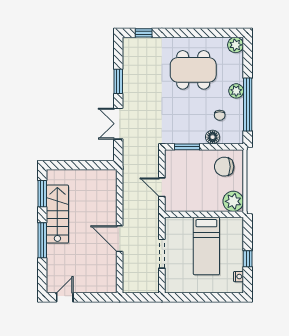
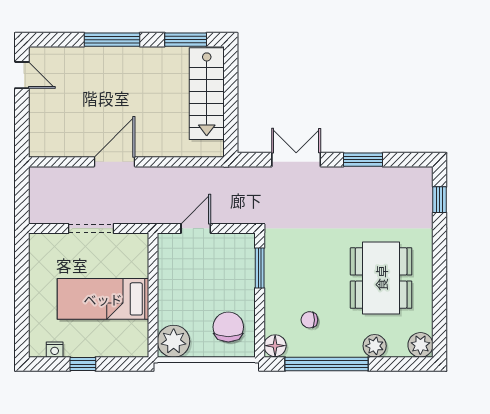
plant: (236, 91) -> (375, 346), moved
floor lamp: (213, 137) -> (275, 346), moved
stairs: (57, 214) -> (207, 94), moved, turned 90

